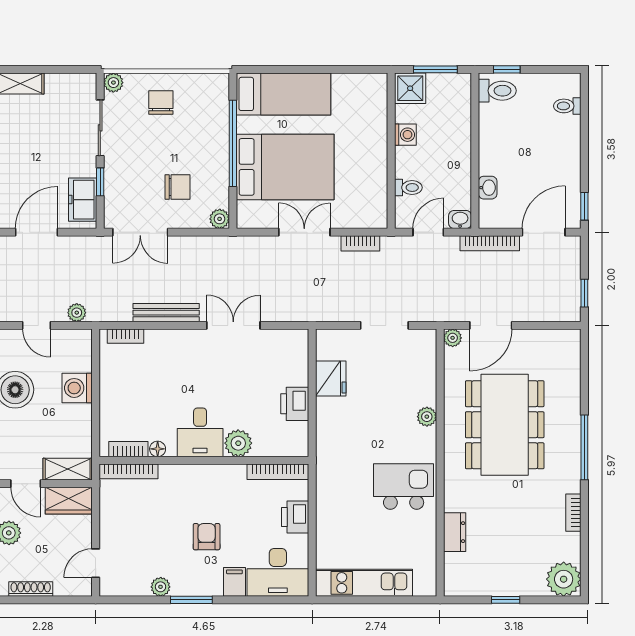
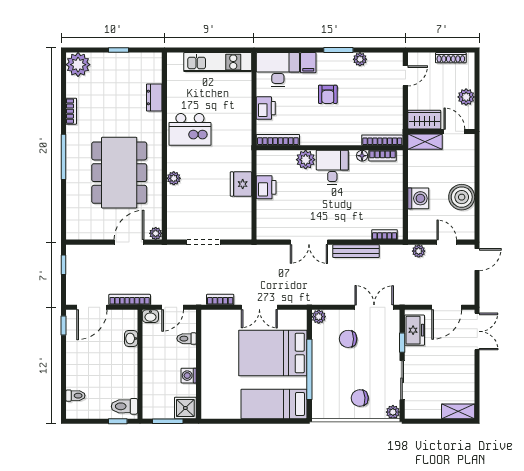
chair: (161, 103) -> (360, 398), turned 86
fridge: (331, 378) -> (241, 184), moved

